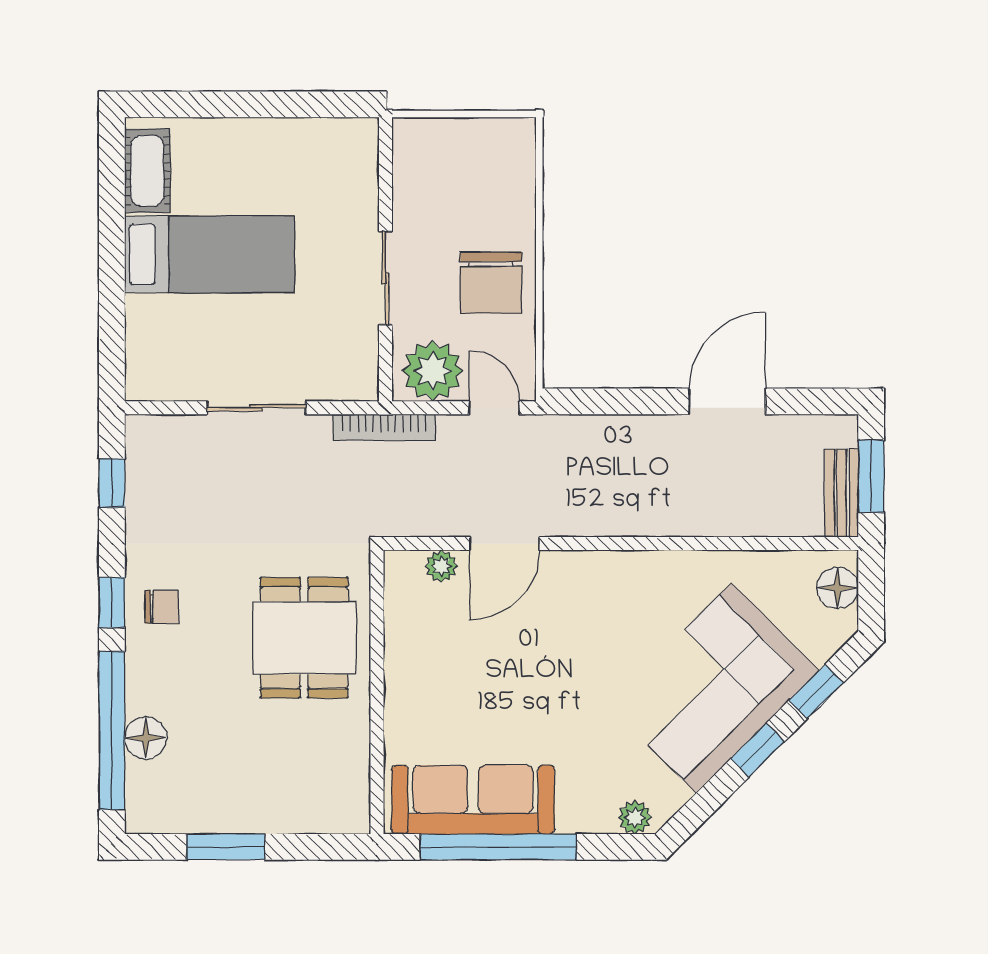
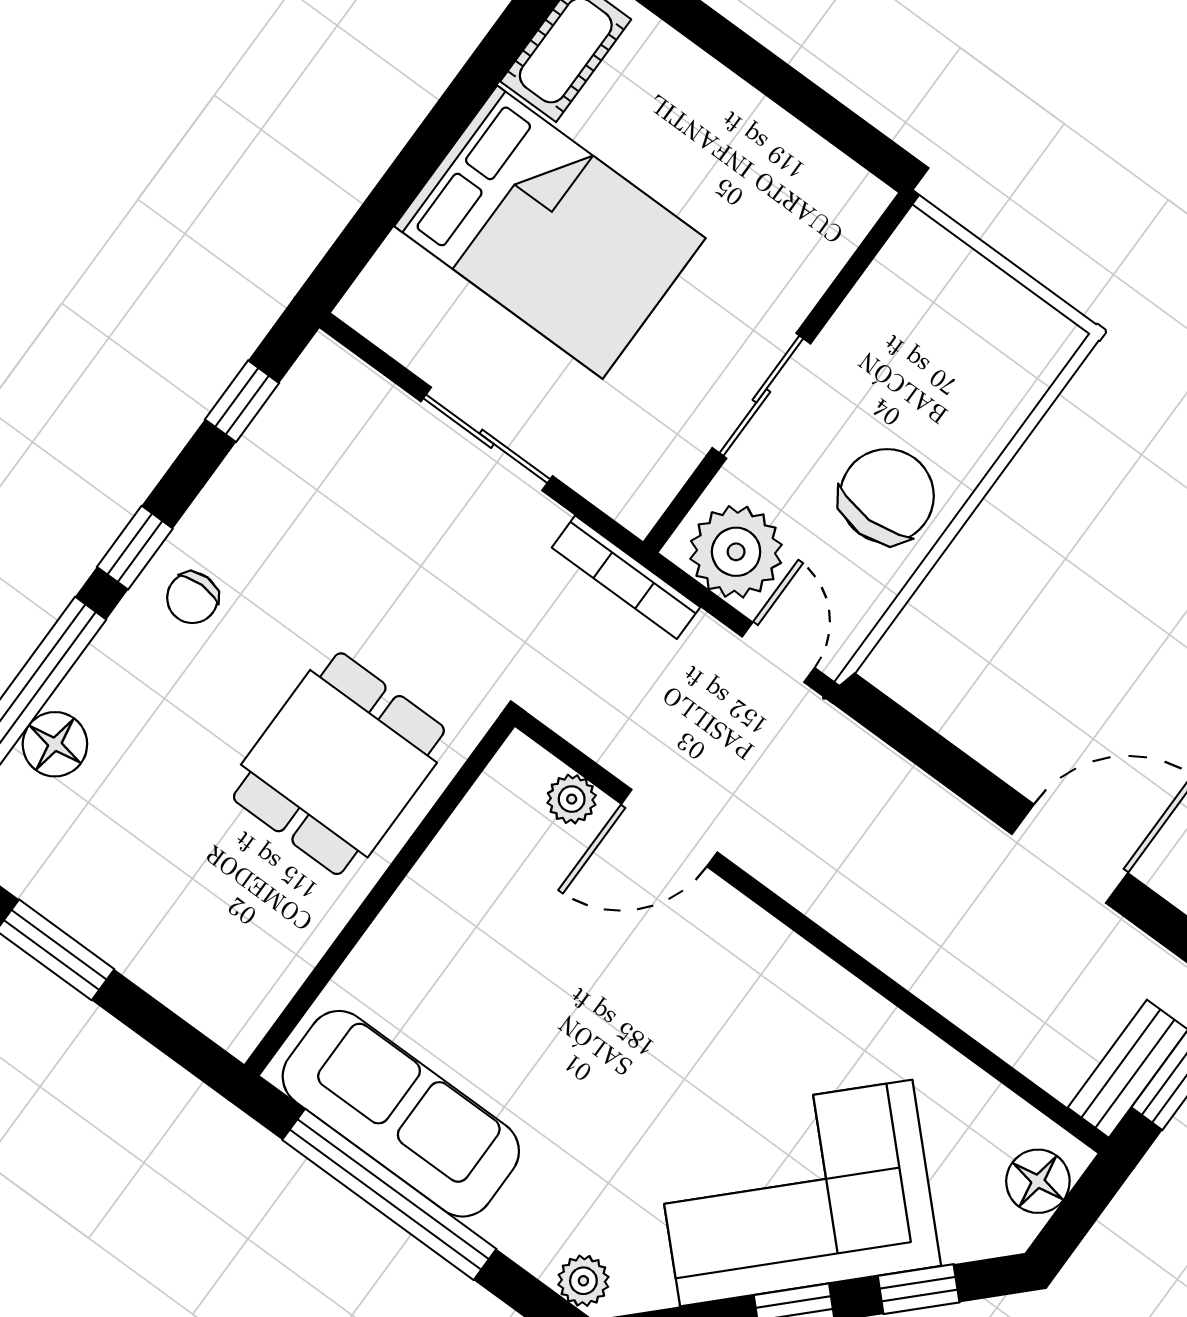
bed: (210, 254) -> (550, 232), width x1.50
chair: (491, 283) -> (887, 496), turned 180
chair: (162, 607) -> (192, 598), turned 90

